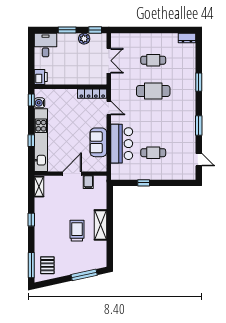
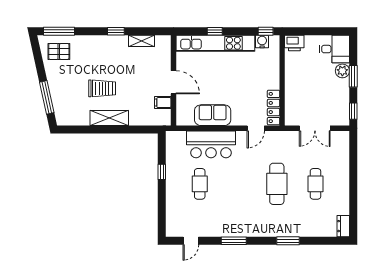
plant: (84, 39) -> (342, 71), moved
shelving: (39, 187) -> (141, 41), moved

